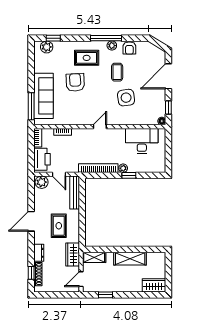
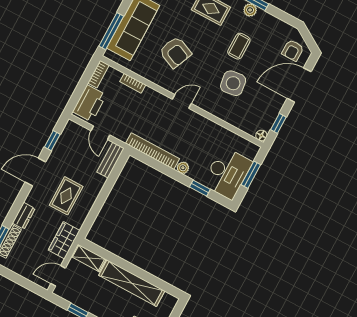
armchair: (129, 48) -> (293, 50), moved
armchair: (75, 82) -> (175, 52), moved, turned 116
desk: (142, 141) -> (227, 173), moved, turned 90
window: (168, 149) -> (251, 175), added
window: (129, 175) -> (200, 188), moved
plant: (42, 182) -> (74, 131), removed
bench: (75, 193) -> (110, 160), width x0.73
window: (31, 196) -> (52, 141), added
shelving: (130, 259) -> (132, 283), width x1.47

